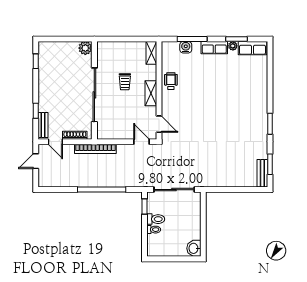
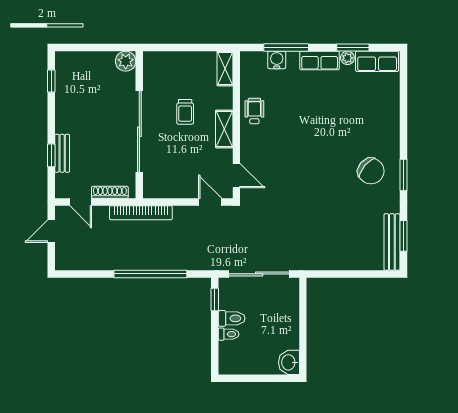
chair: (248, 121) -> (371, 171), added
bench: (43, 125) -> (62, 153), moved
bench: (262, 173) -> (392, 242), width x1.36

